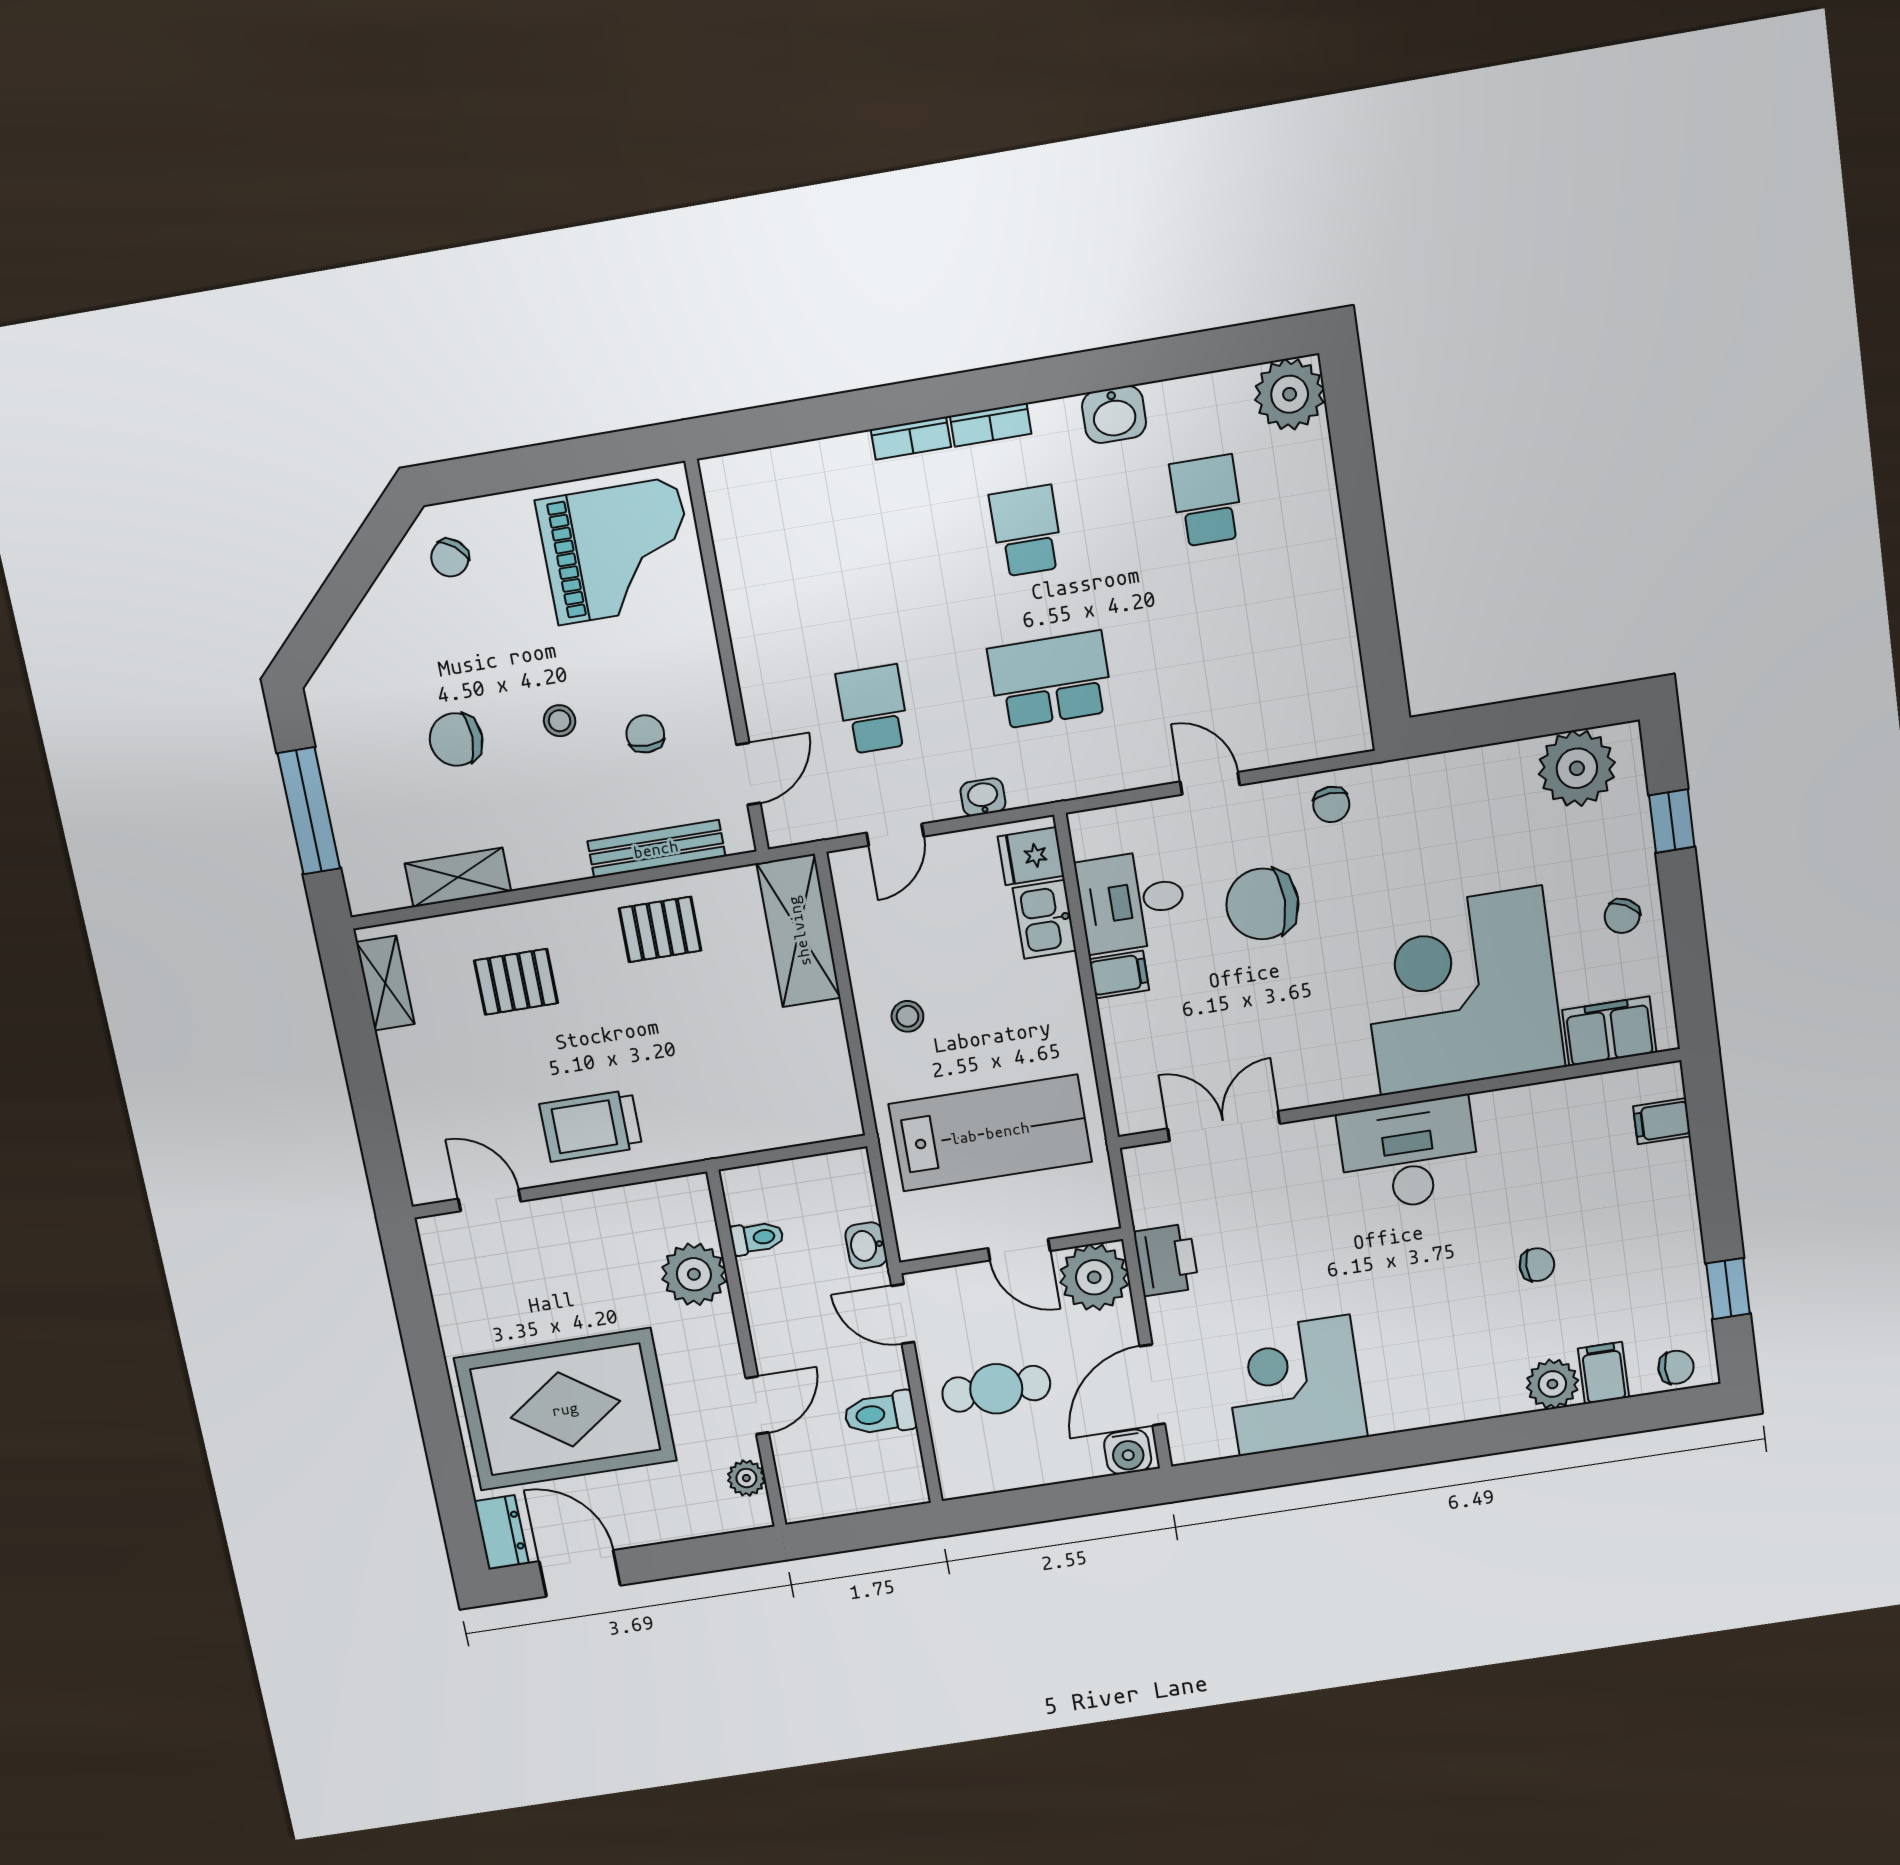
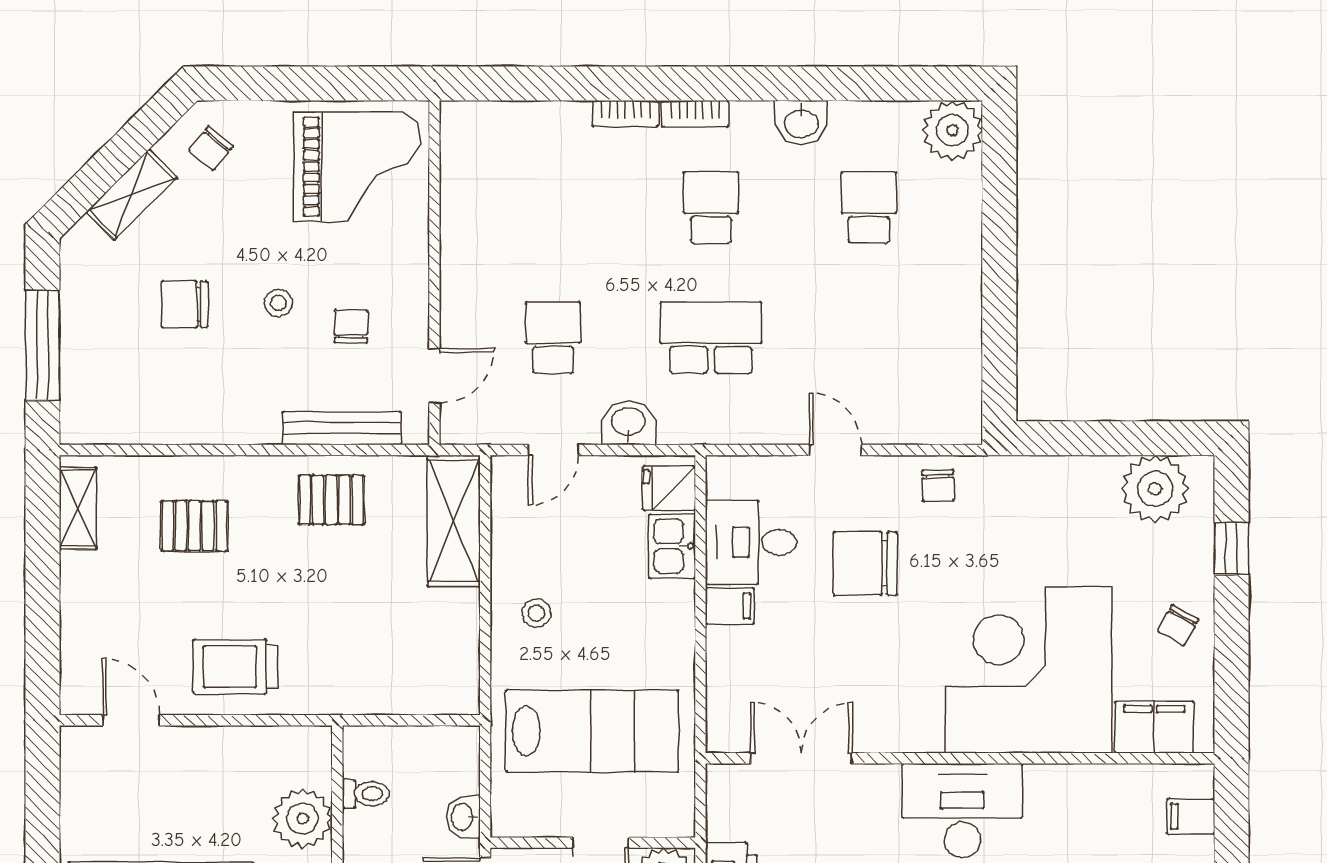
washbasin: (983, 797) -> (628, 423), width x1.38, depth x1.45
shelving: (458, 877) -> (132, 195), moved, turned -45

